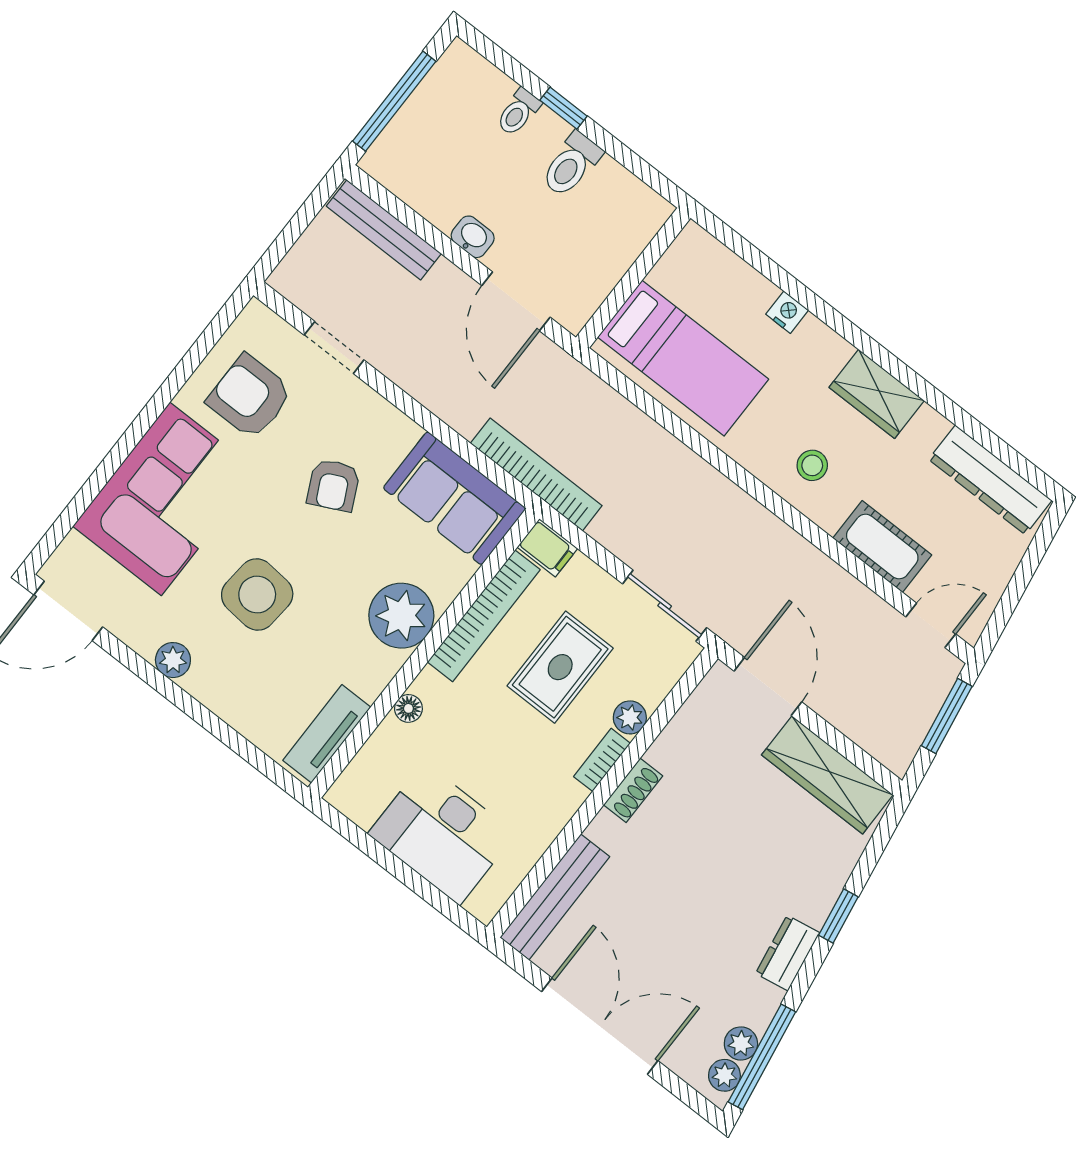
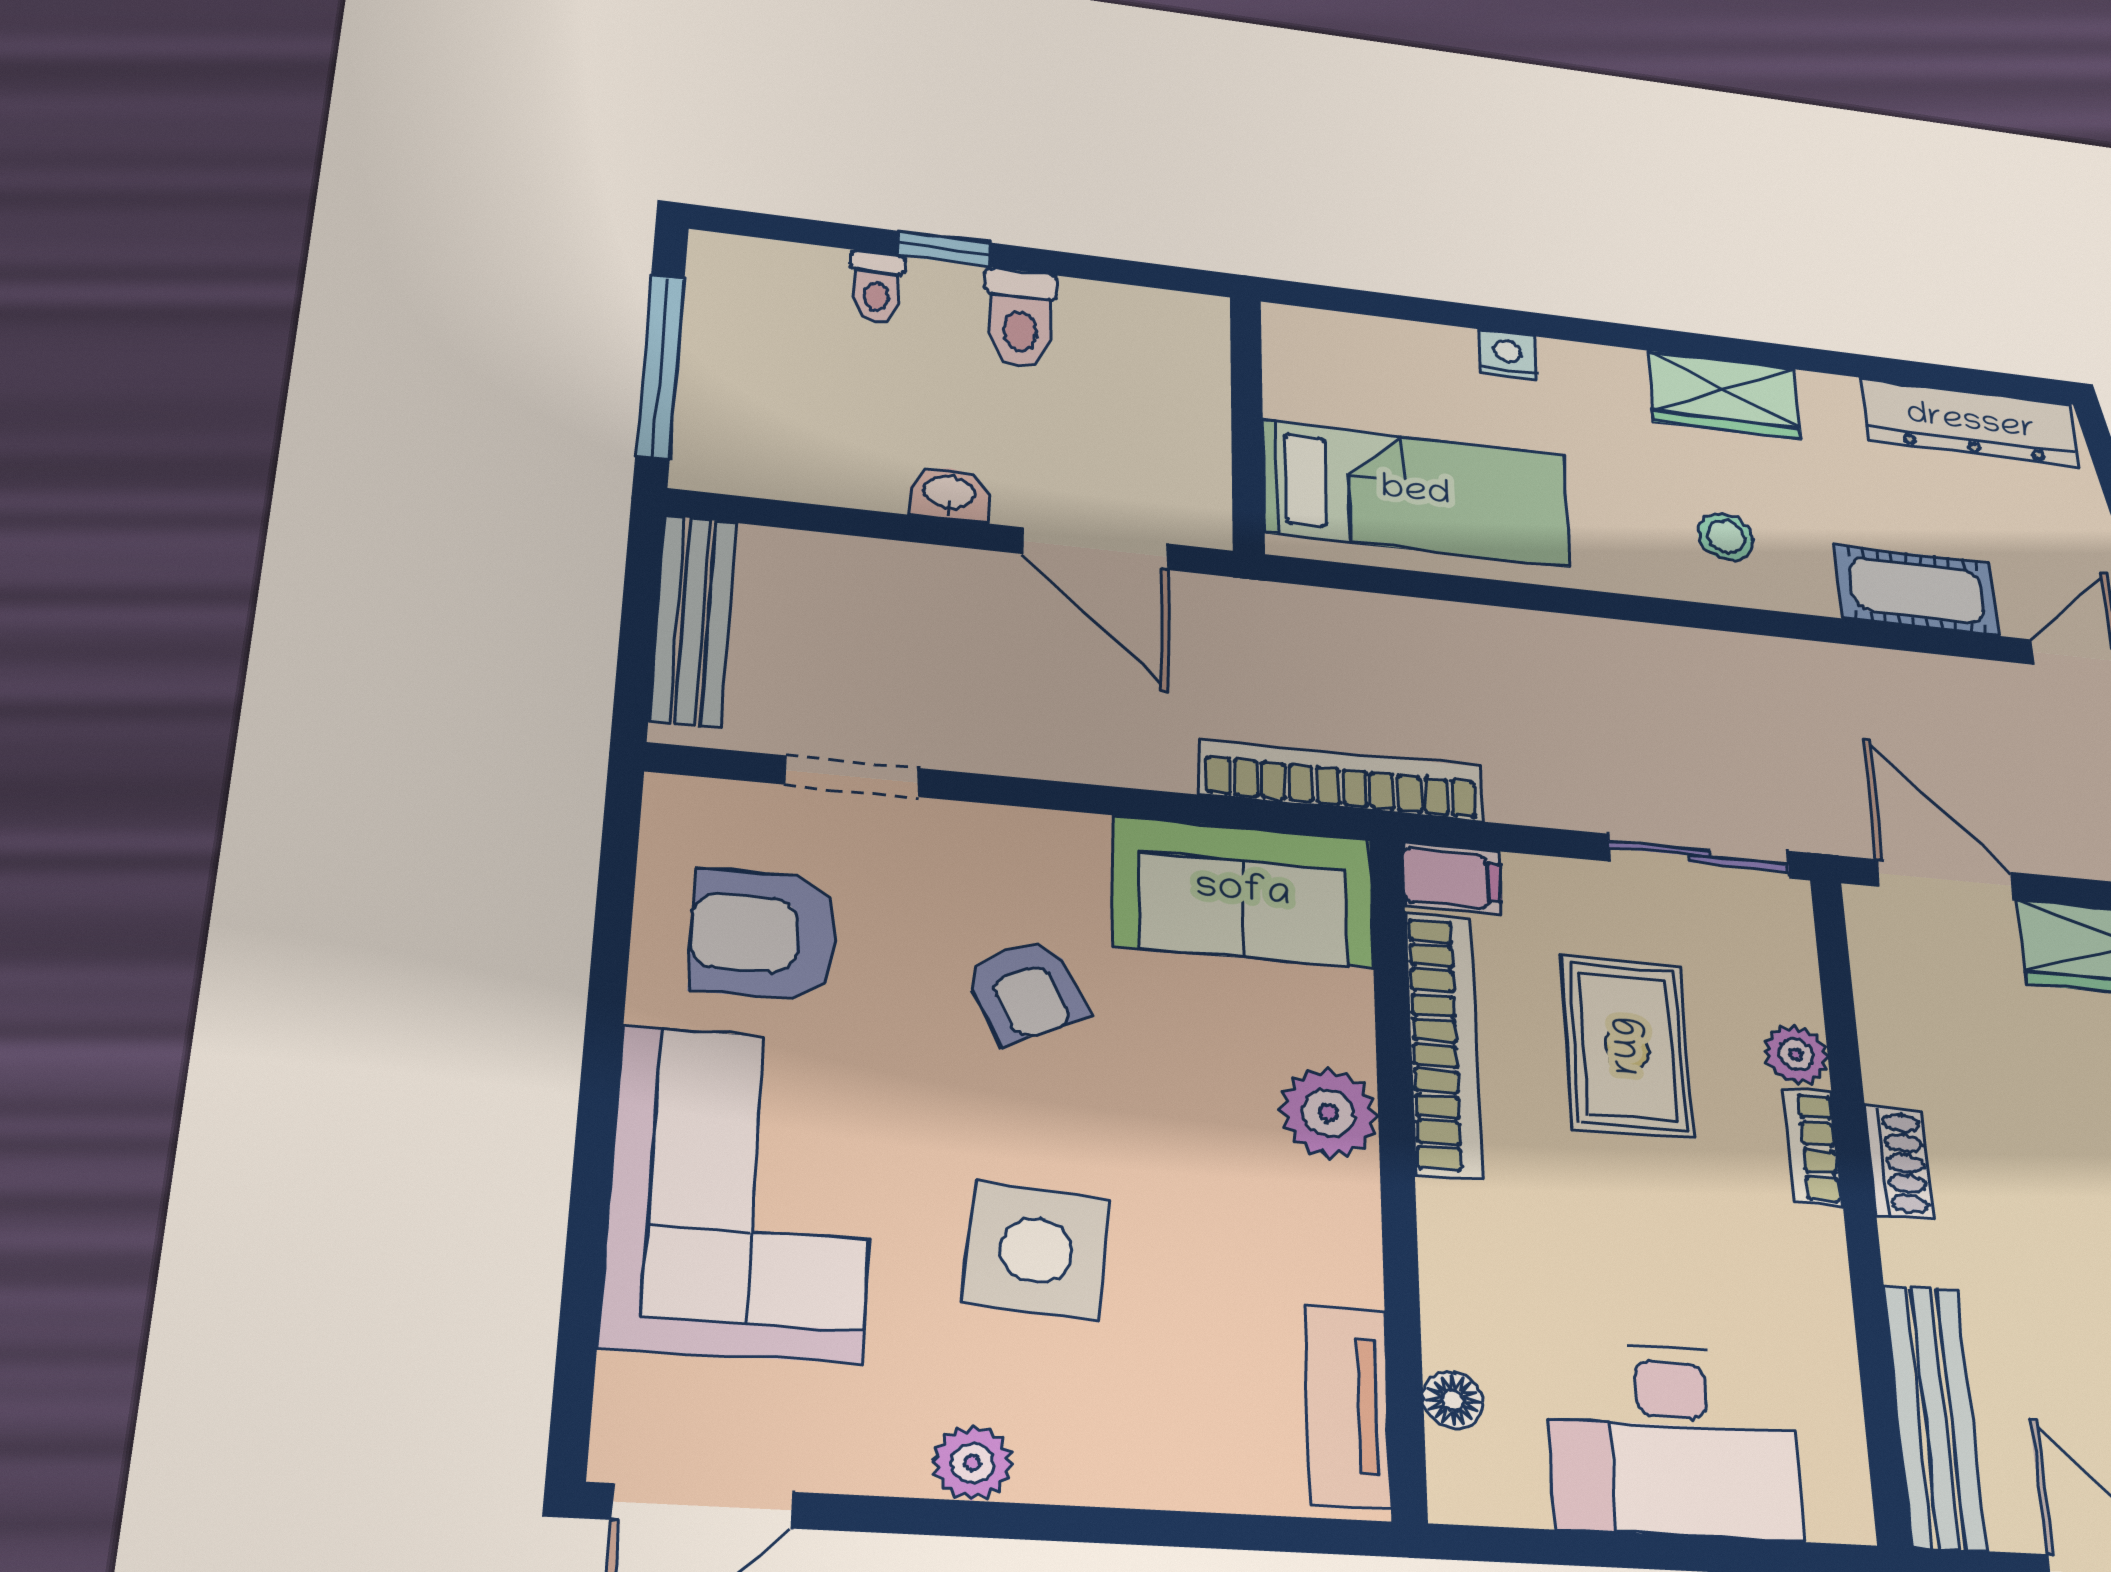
bench: (384, 230) -> (693, 620), moved, turned 90
plant: (401, 616) -> (1329, 1113), width x0.73, depth x0.73
floor lamp: (408, 708) -> (1453, 1400), moved

